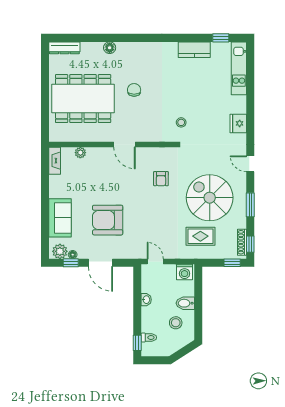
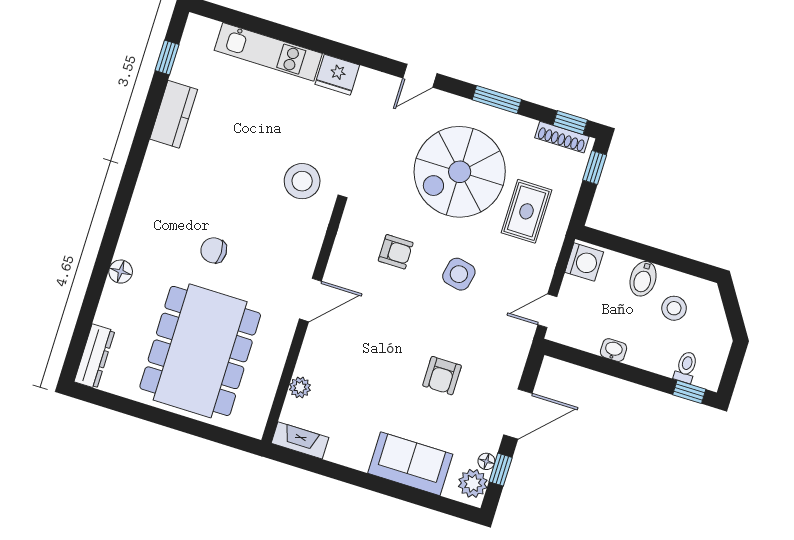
kitchen unit: (239, 68) -> (268, 52), moved
stool: (181, 122) -> (302, 181), width x1.89, depth x1.89
side table: (160, 213) -> (459, 274), added
armchair: (108, 220) -> (442, 376), width x0.53, depth x0.53

